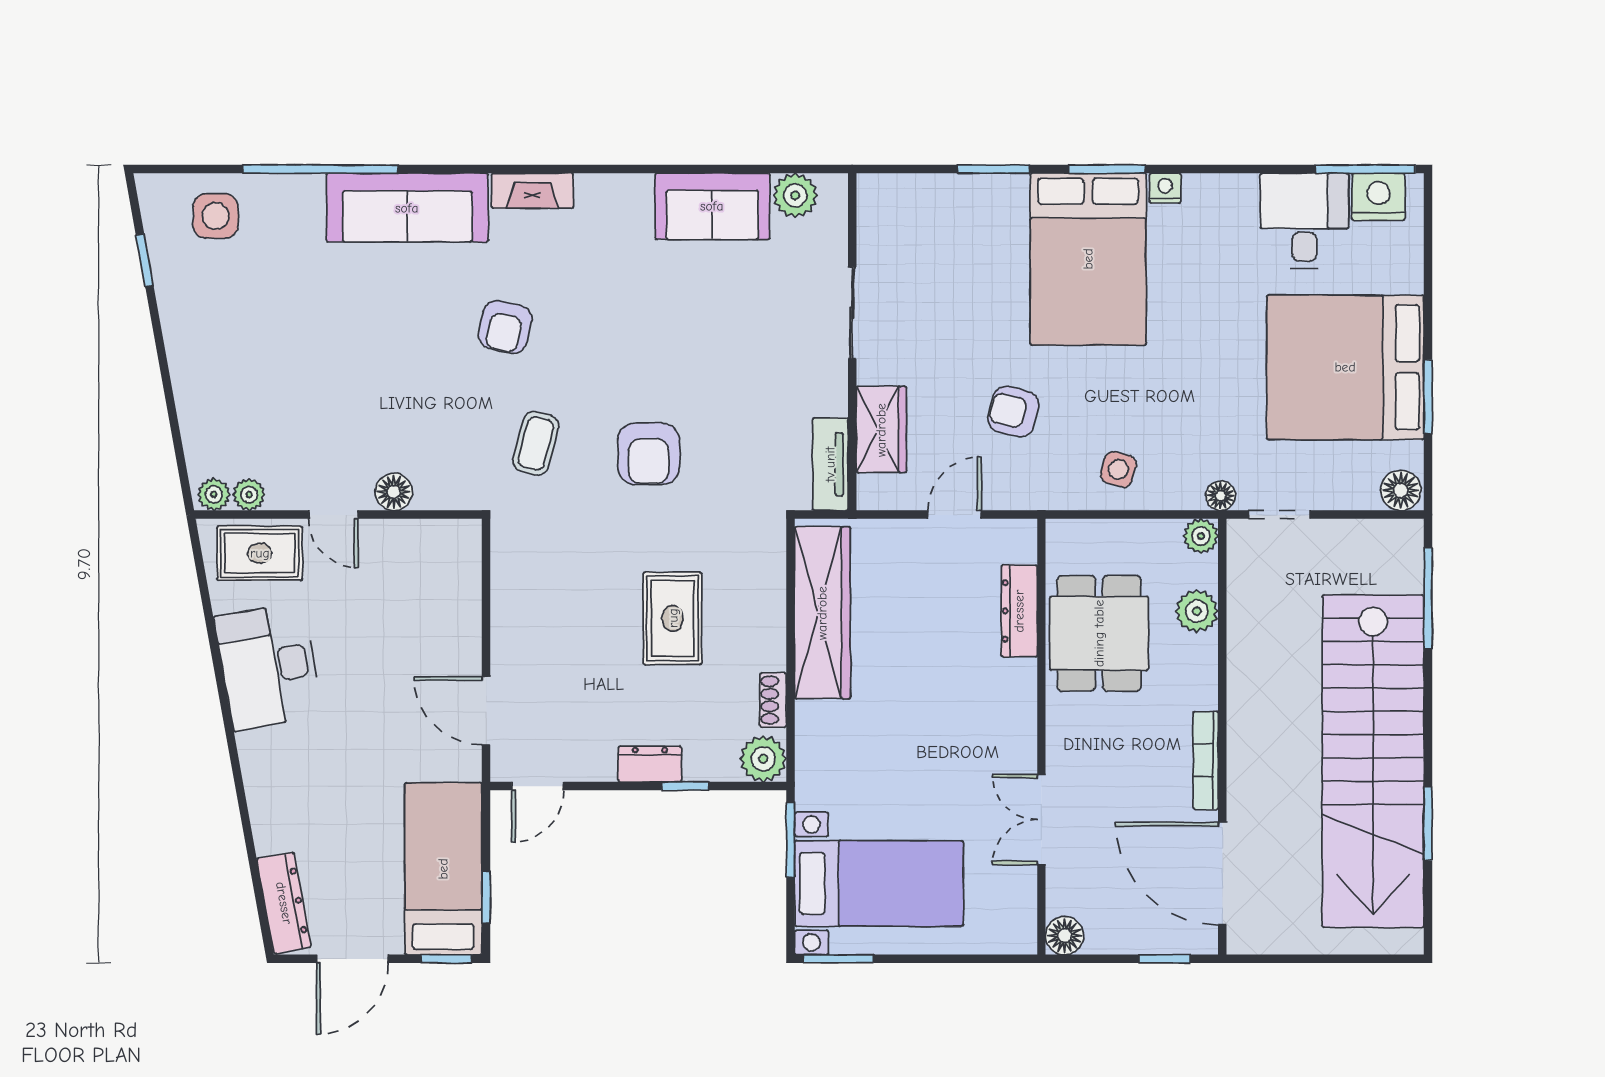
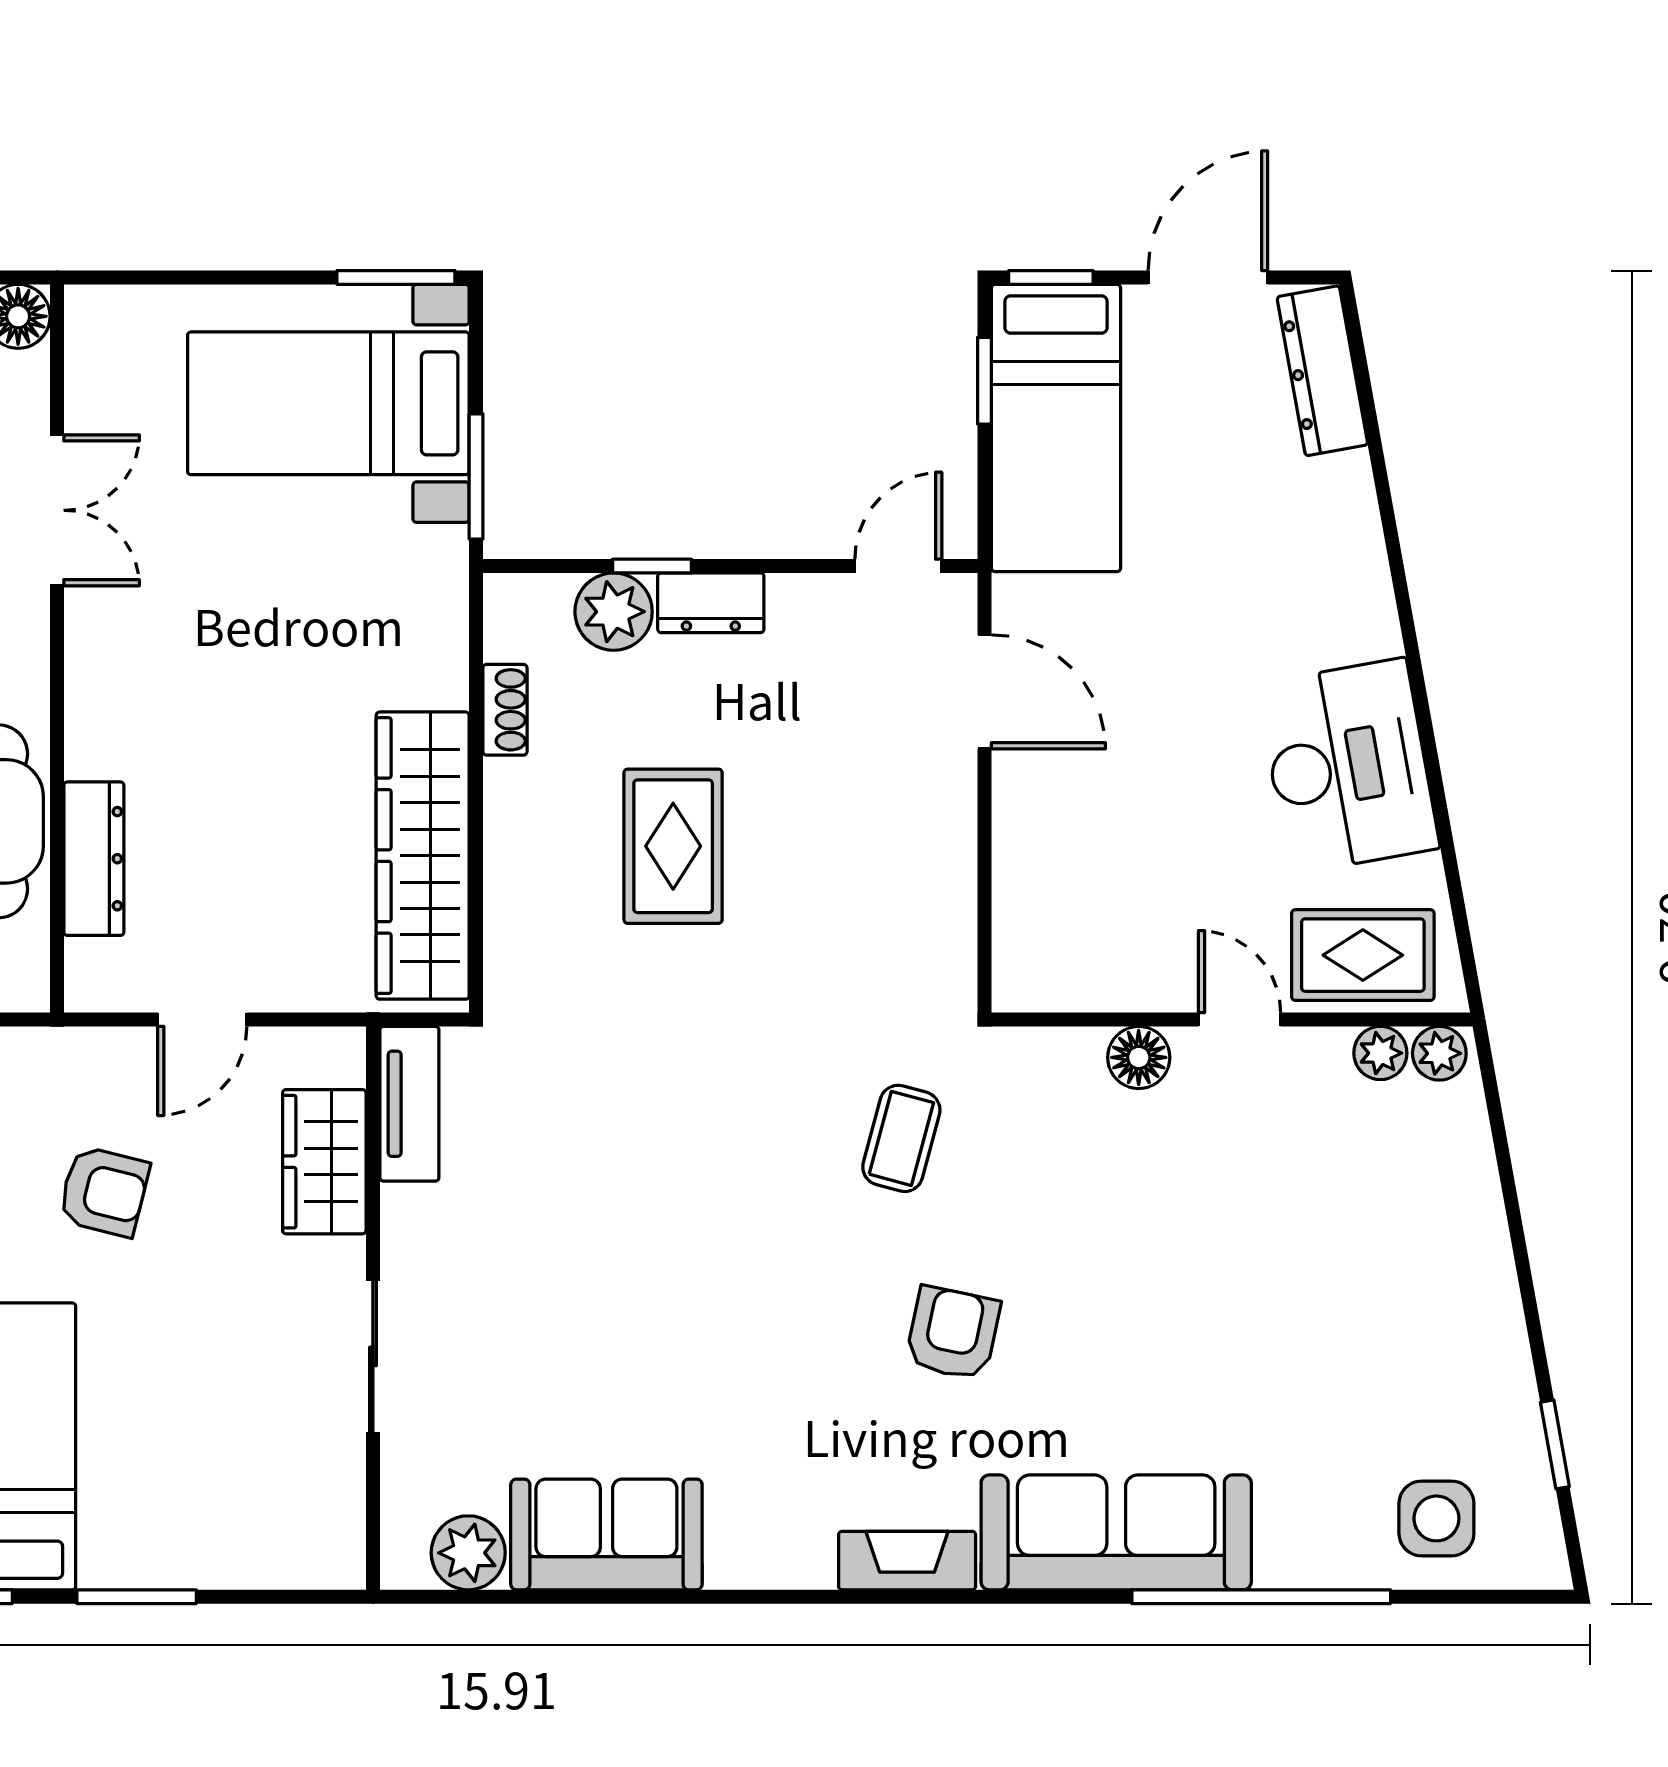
armchair: (649, 454) -> (713, 1121), removed
plant: (763, 759) -> (614, 612), moved

